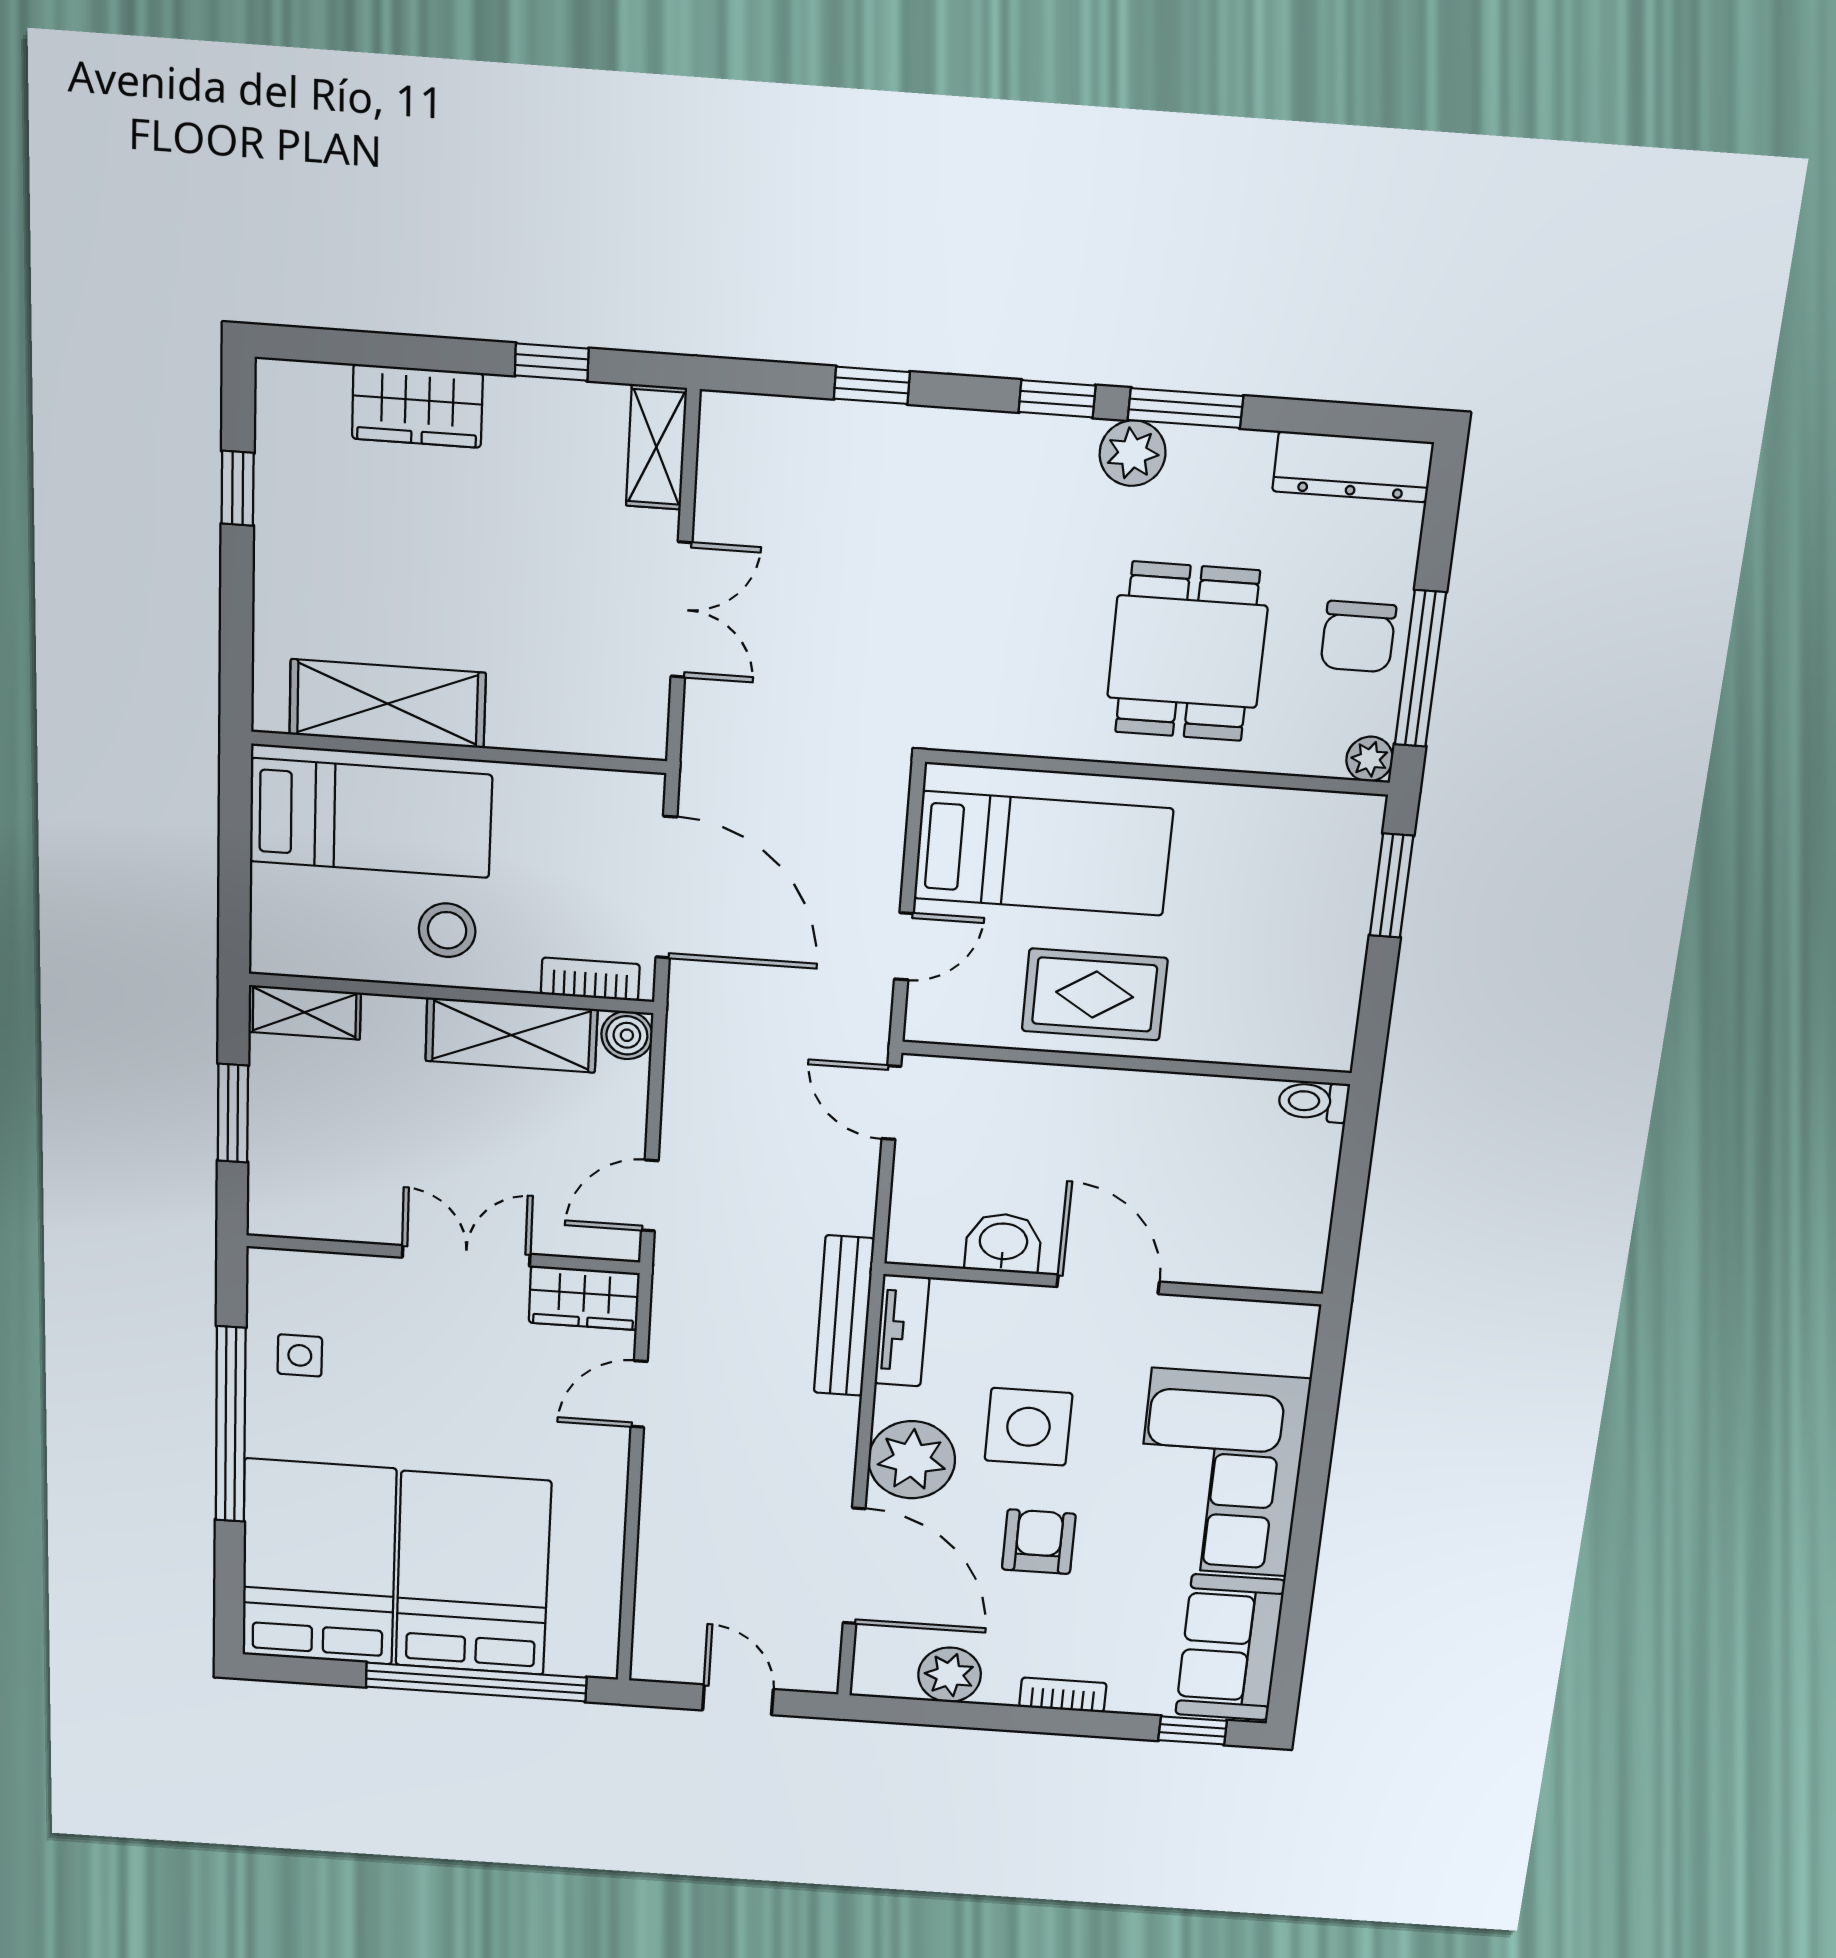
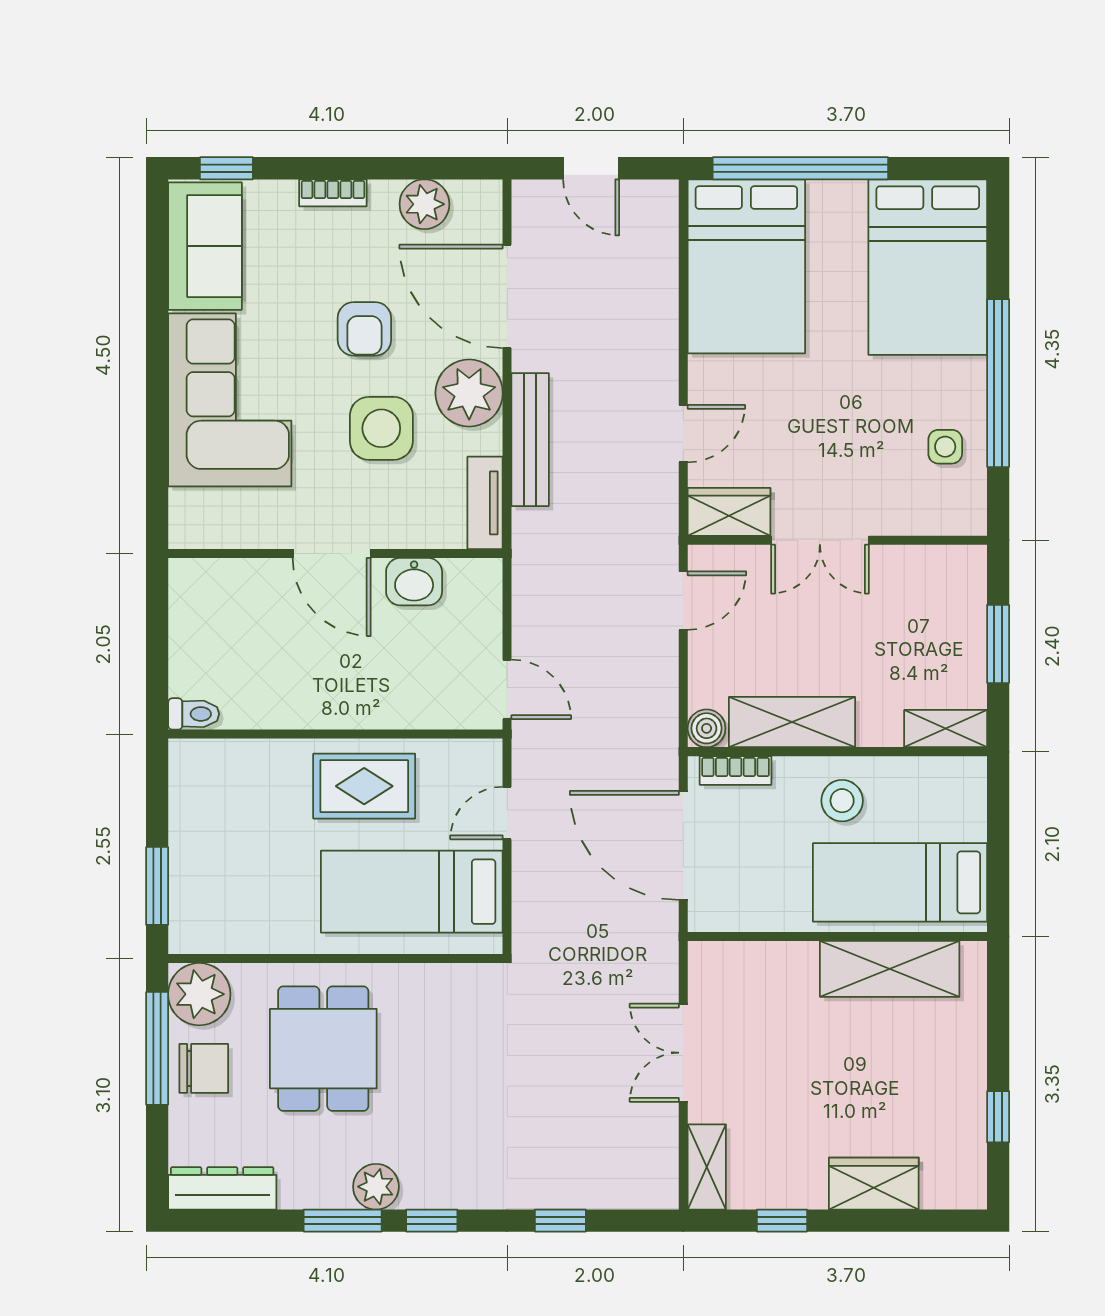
chair: (1358, 637) -> (204, 1068), turned 90
plant: (1370, 759) -> (199, 994), width x1.87, depth x1.87
bench: (844, 1316) -> (530, 440), moved
bed: (473, 1574) -> (746, 266), moved

